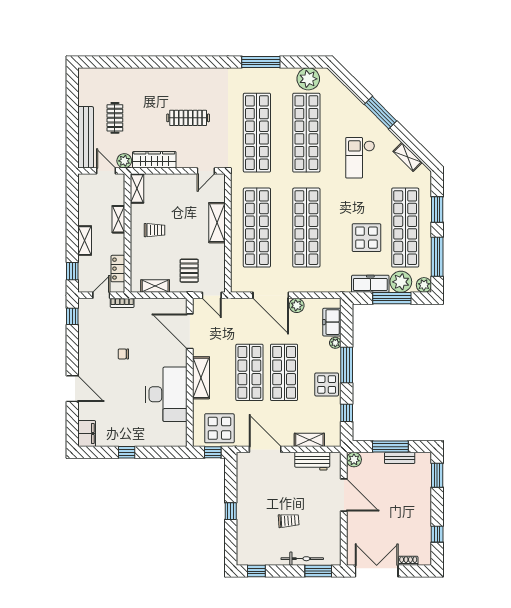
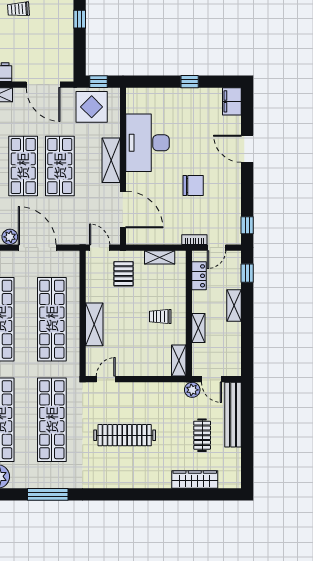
clothes rail: (188, 118) -> (125, 435), width x1.37, depth x1.31
wardrobe: (154, 160) -> (195, 479), moved, turned 180
chair: (123, 354) -> (193, 185), width x1.87, depth x1.87

